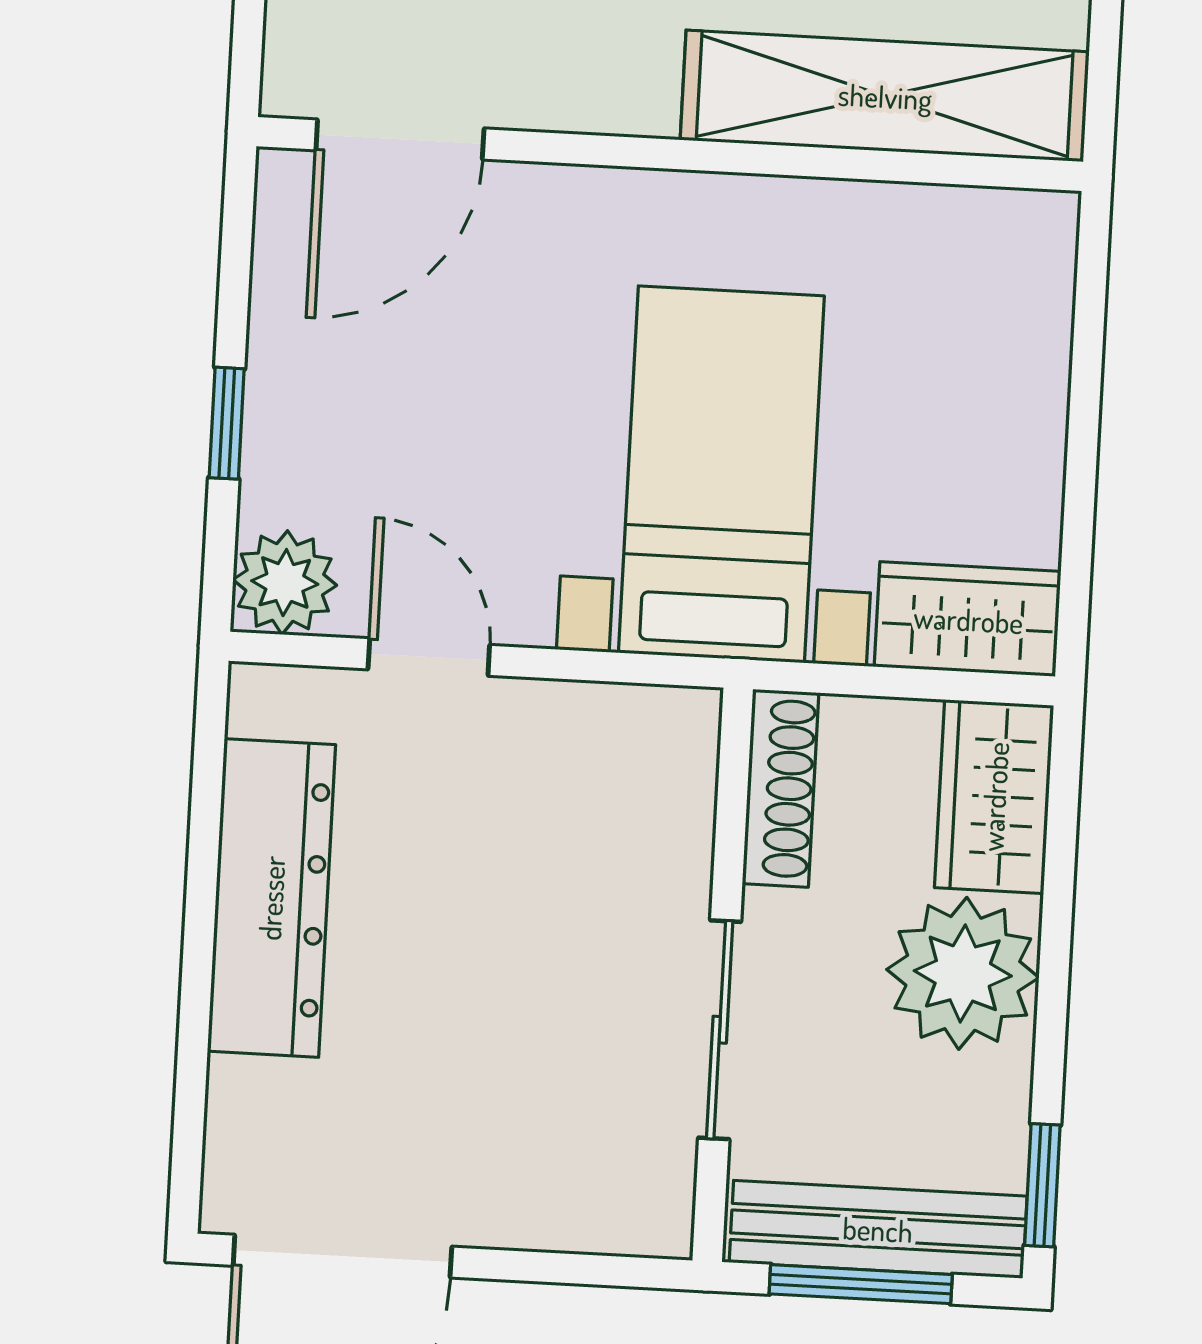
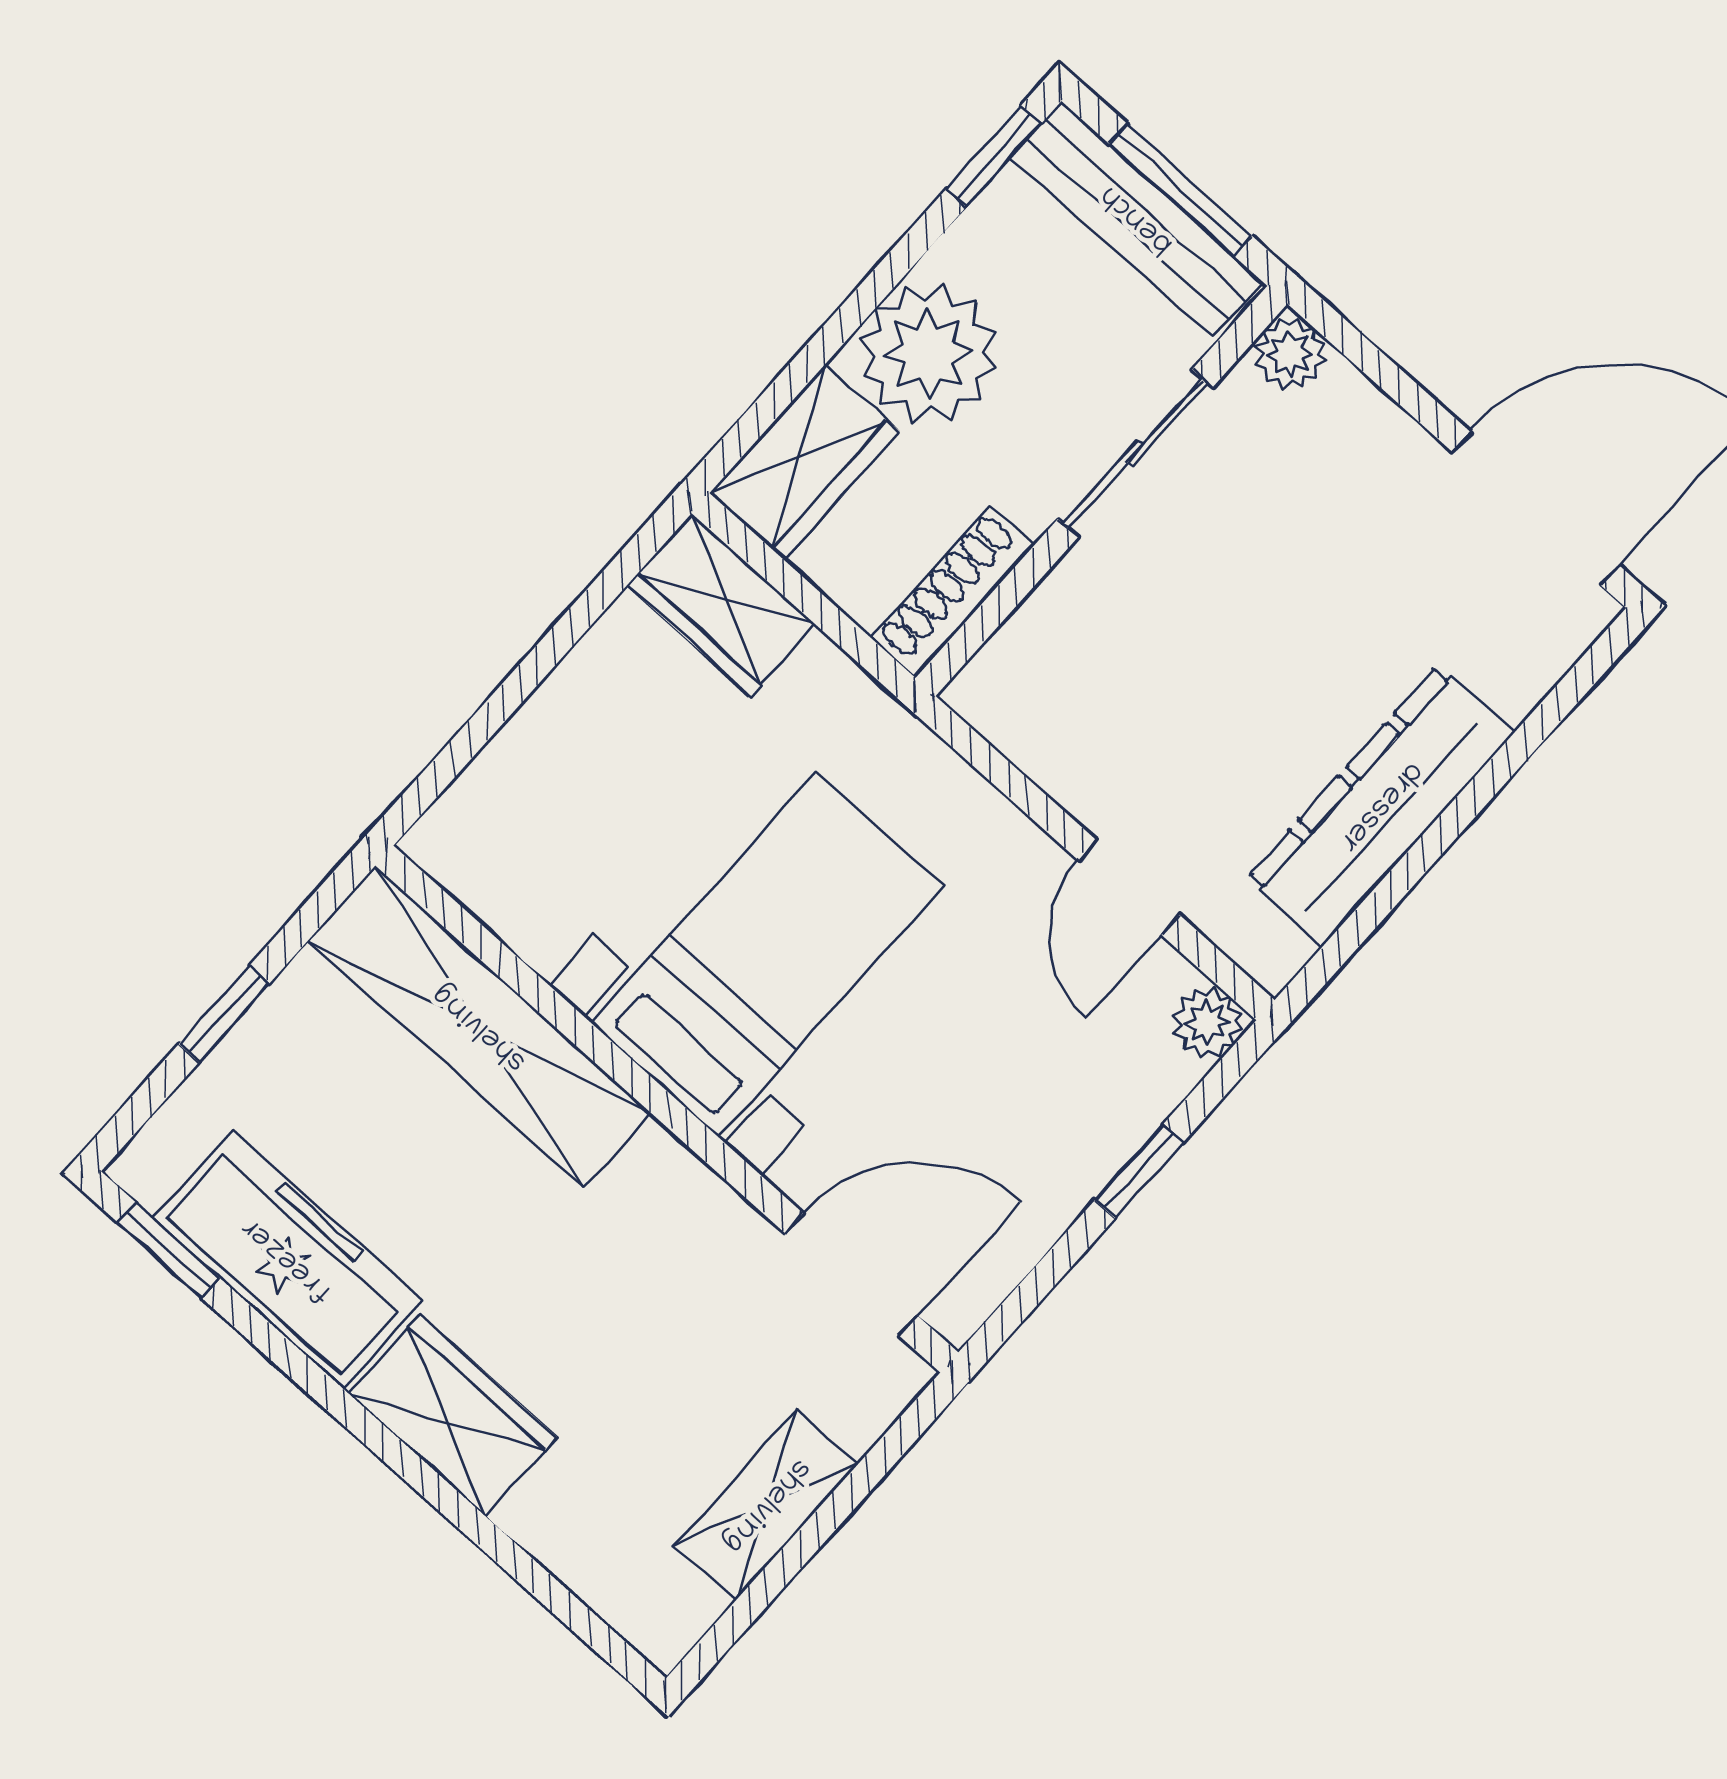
bed with nightstands: (721, 474) -> (767, 954), moved, turned 180
plant: (285, 583) -> (1207, 1023), width x0.73, depth x0.73
plant: (656, 1220) -> (1290, 354), added

